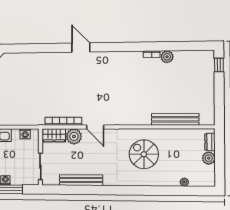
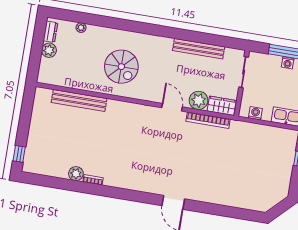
dresser: (210, 142) -> (50, 32), moved

